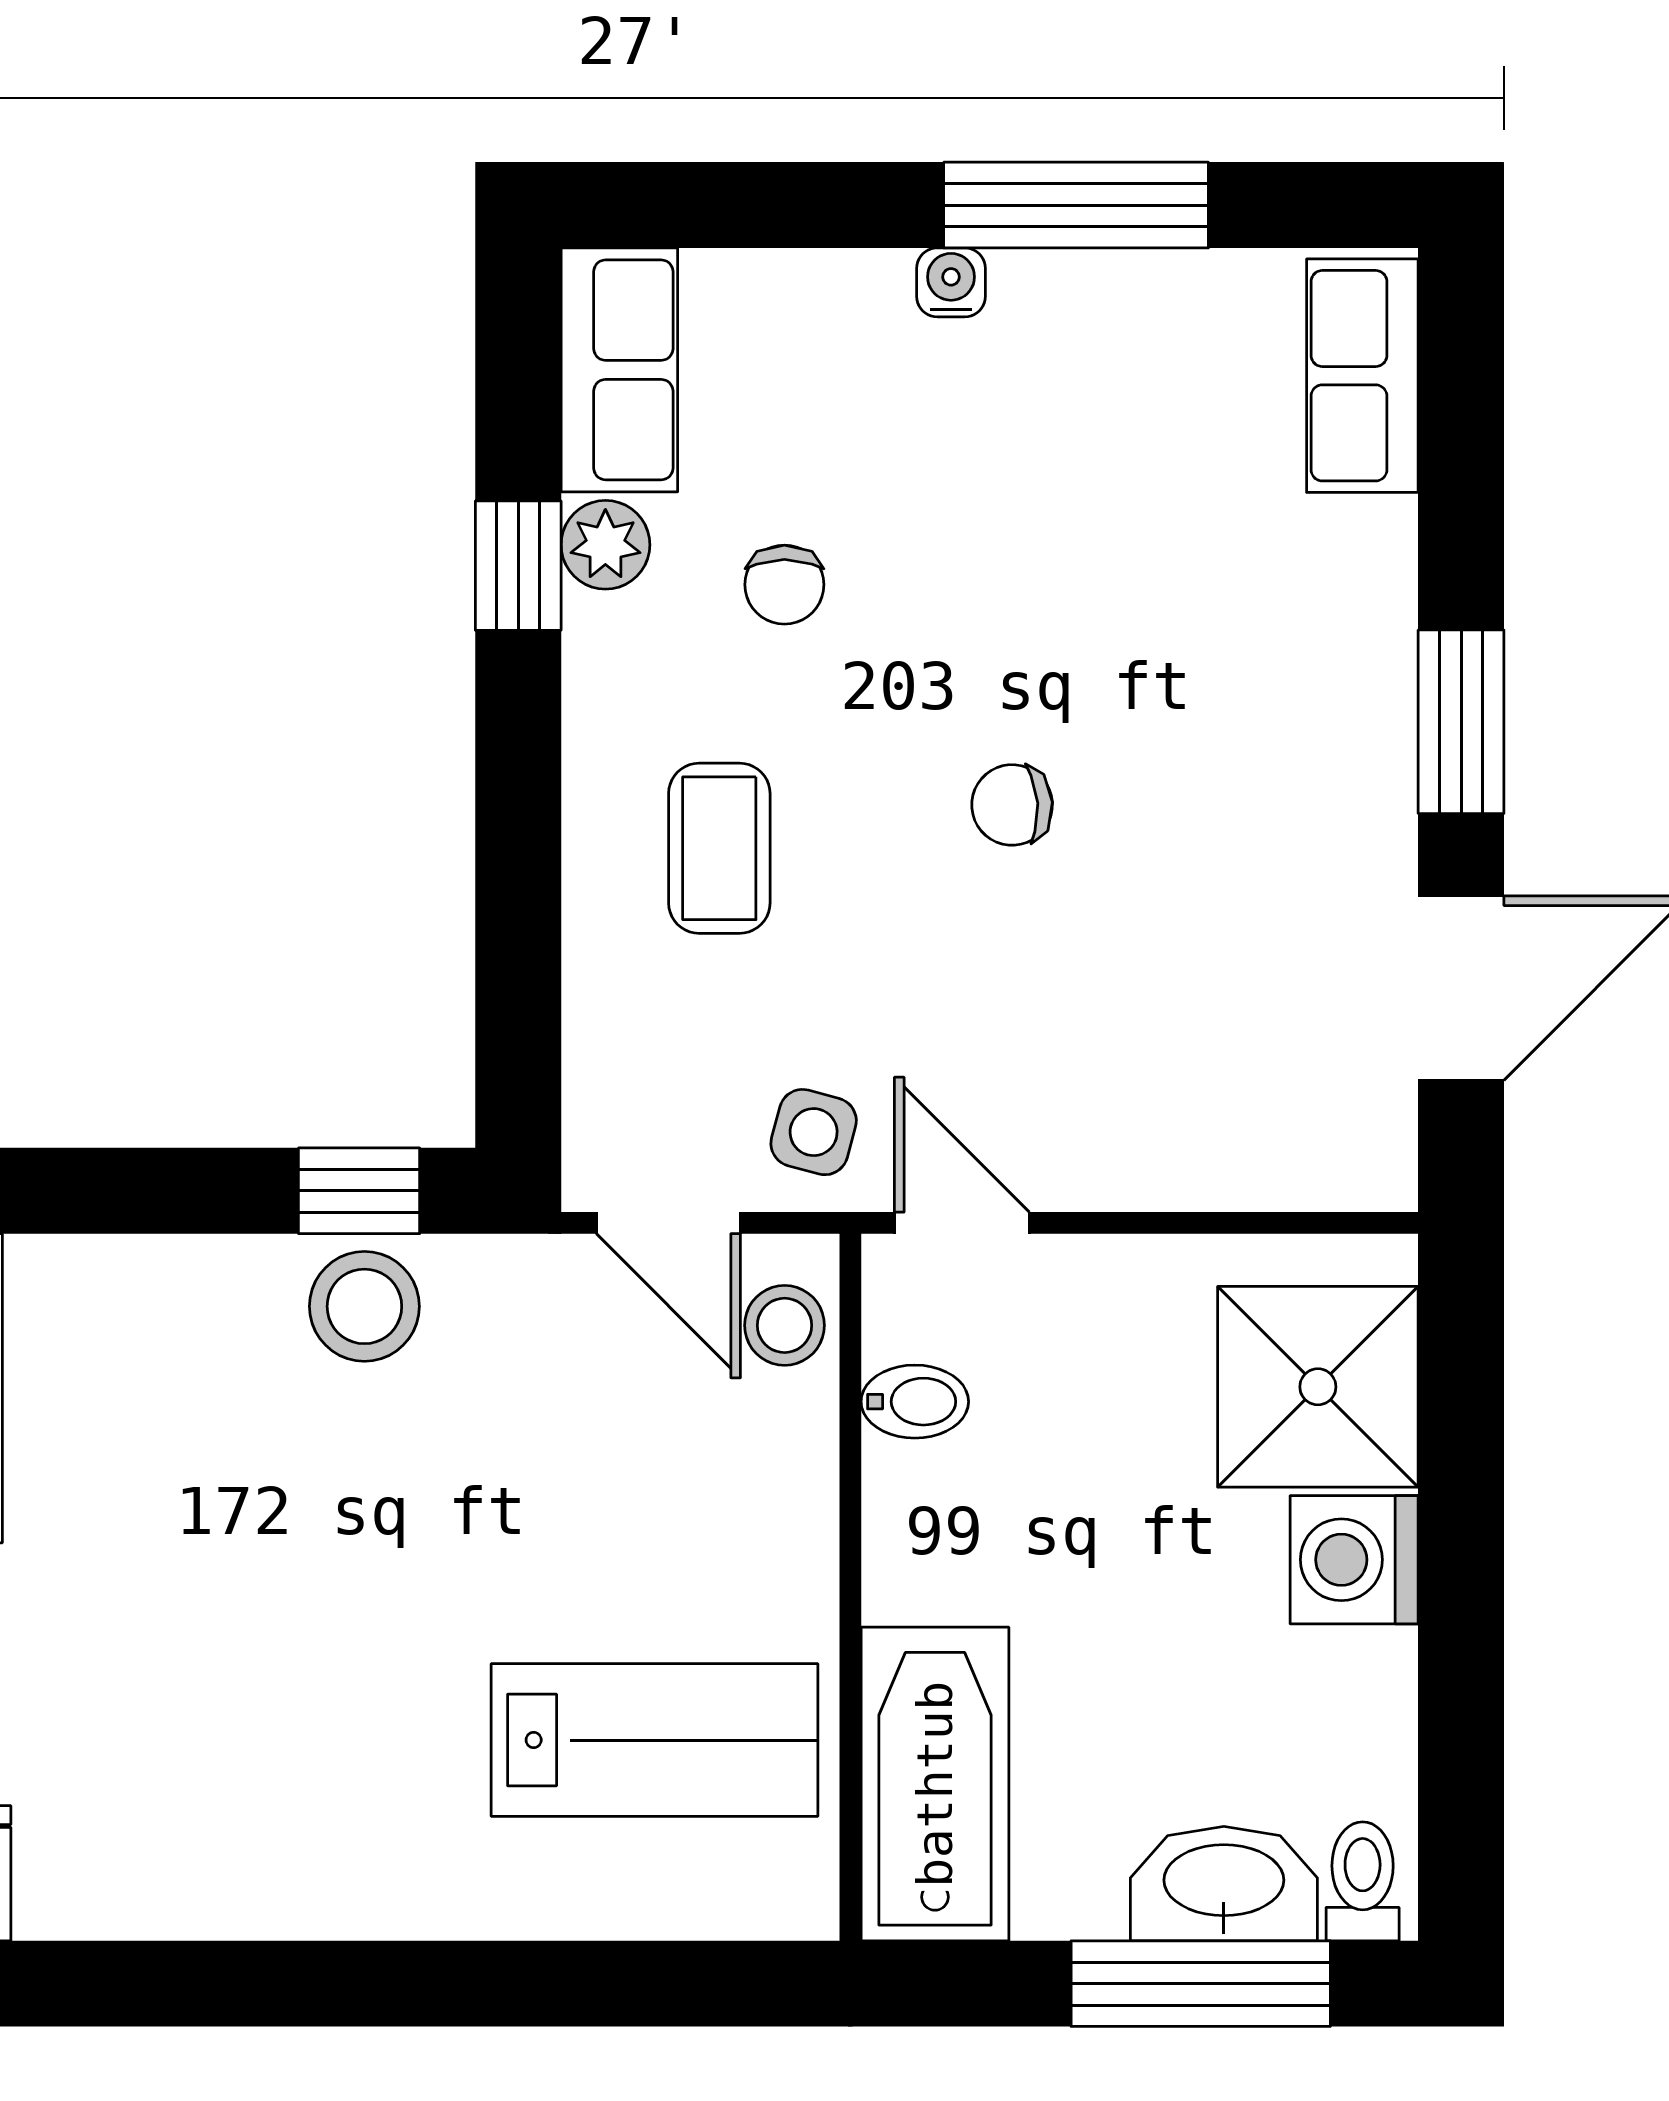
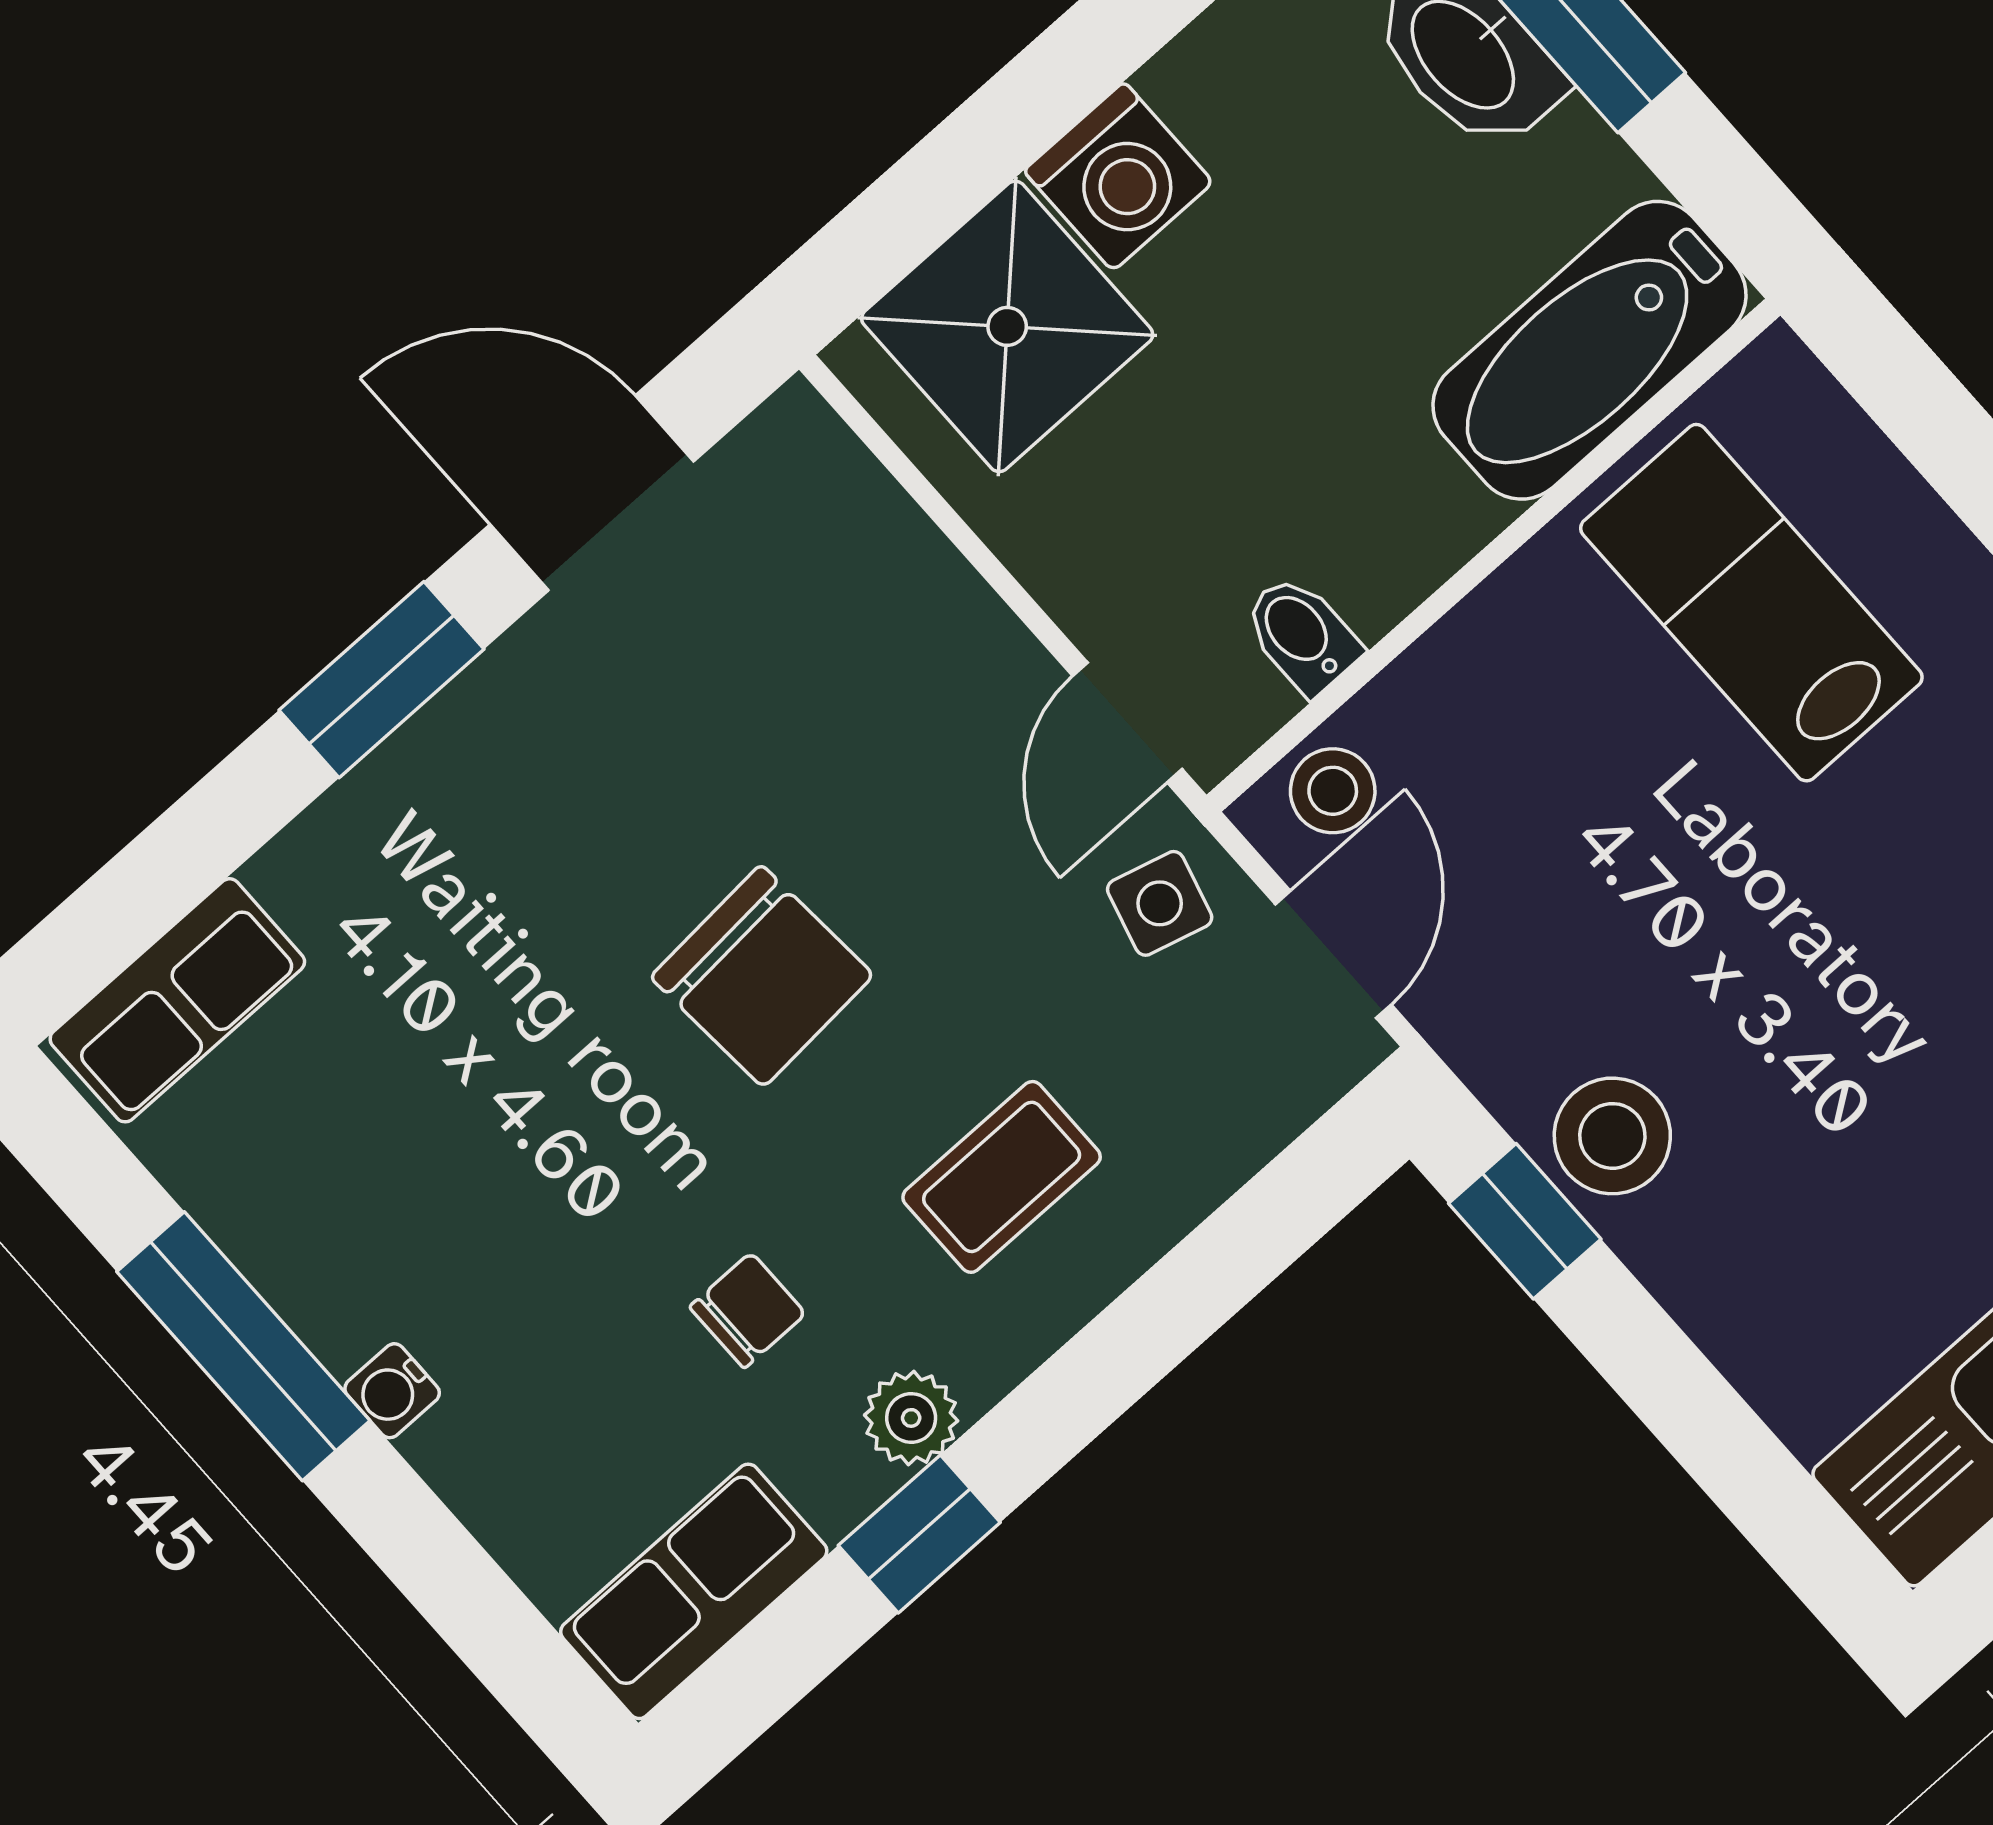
plant: (605, 545) -> (911, 1418), moved
chair: (1012, 805) -> (762, 976), width x1.87, depth x1.87

